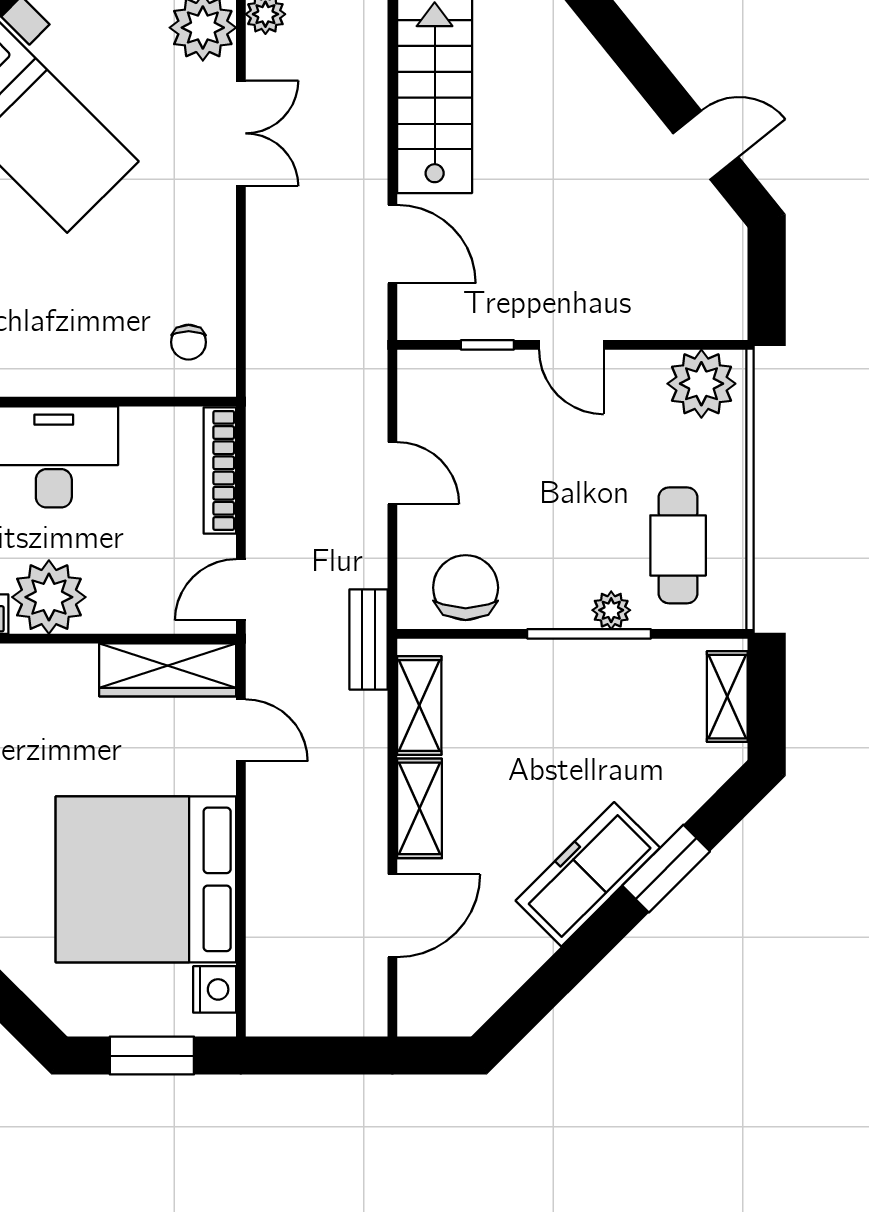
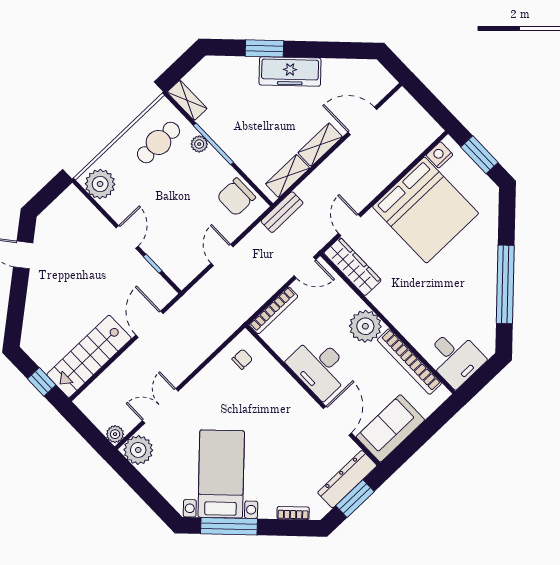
shelving: (727, 697) -> (187, 100), moved, turned 90

